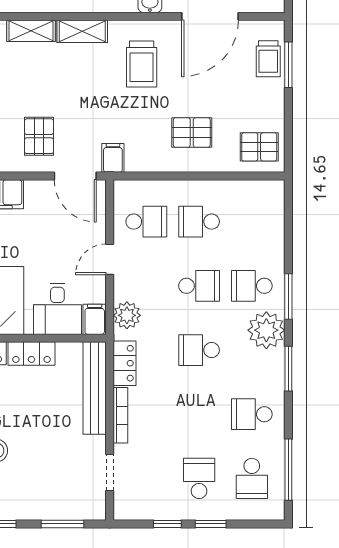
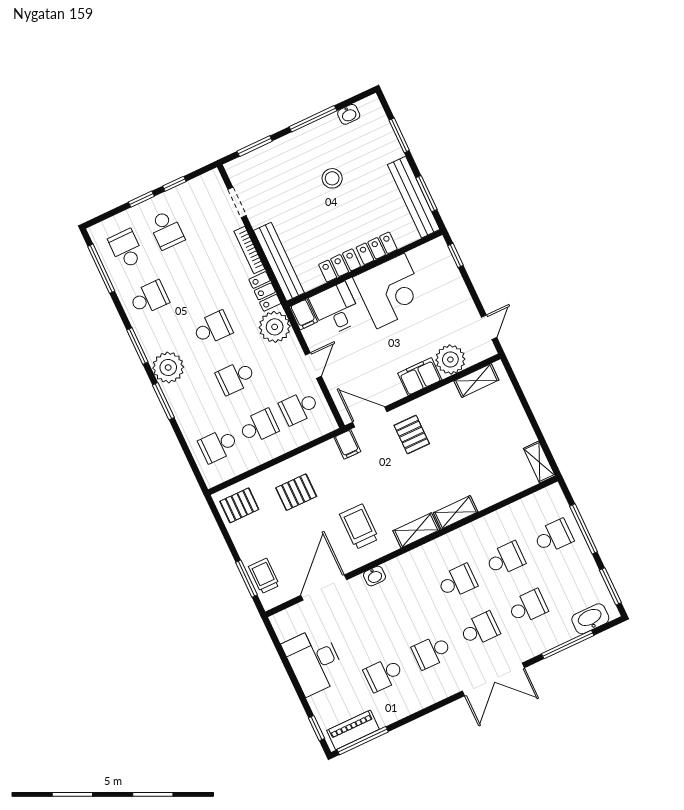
school desk: (252, 286) -> (218, 445), moved, turned 180
plant: (127, 315) -> (275, 327), width x1.36, depth x1.36

